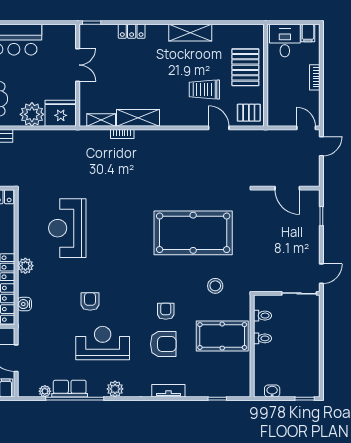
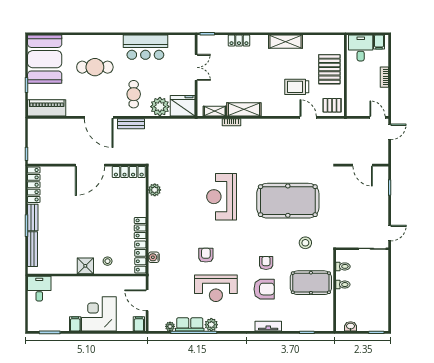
reception desk: (67, 228) -> (222, 197), moved
plant: (25, 266) -> (155, 190), moved
reception desk: (103, 343) -> (216, 288), turned 180
plant: (115, 389) -> (211, 325), moved

